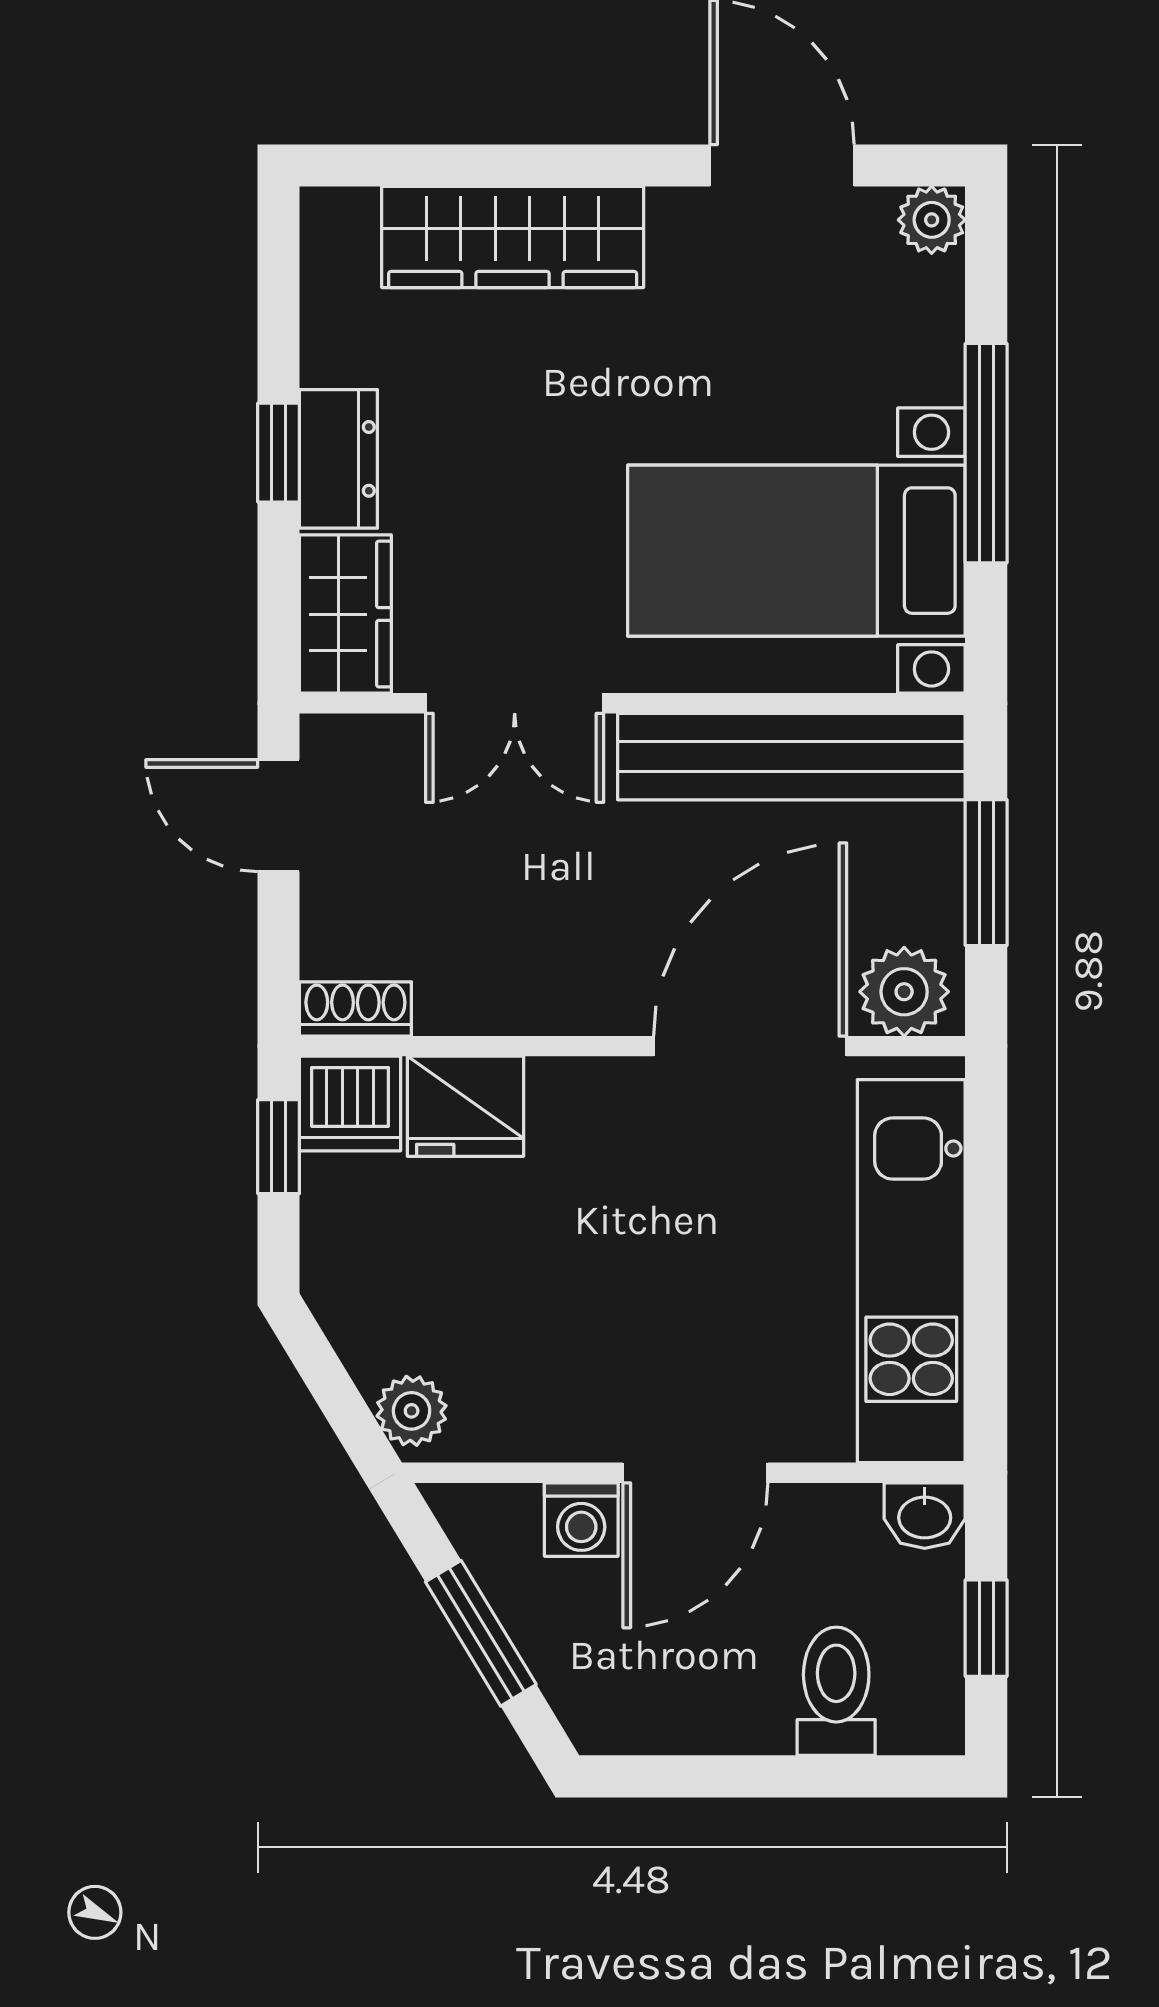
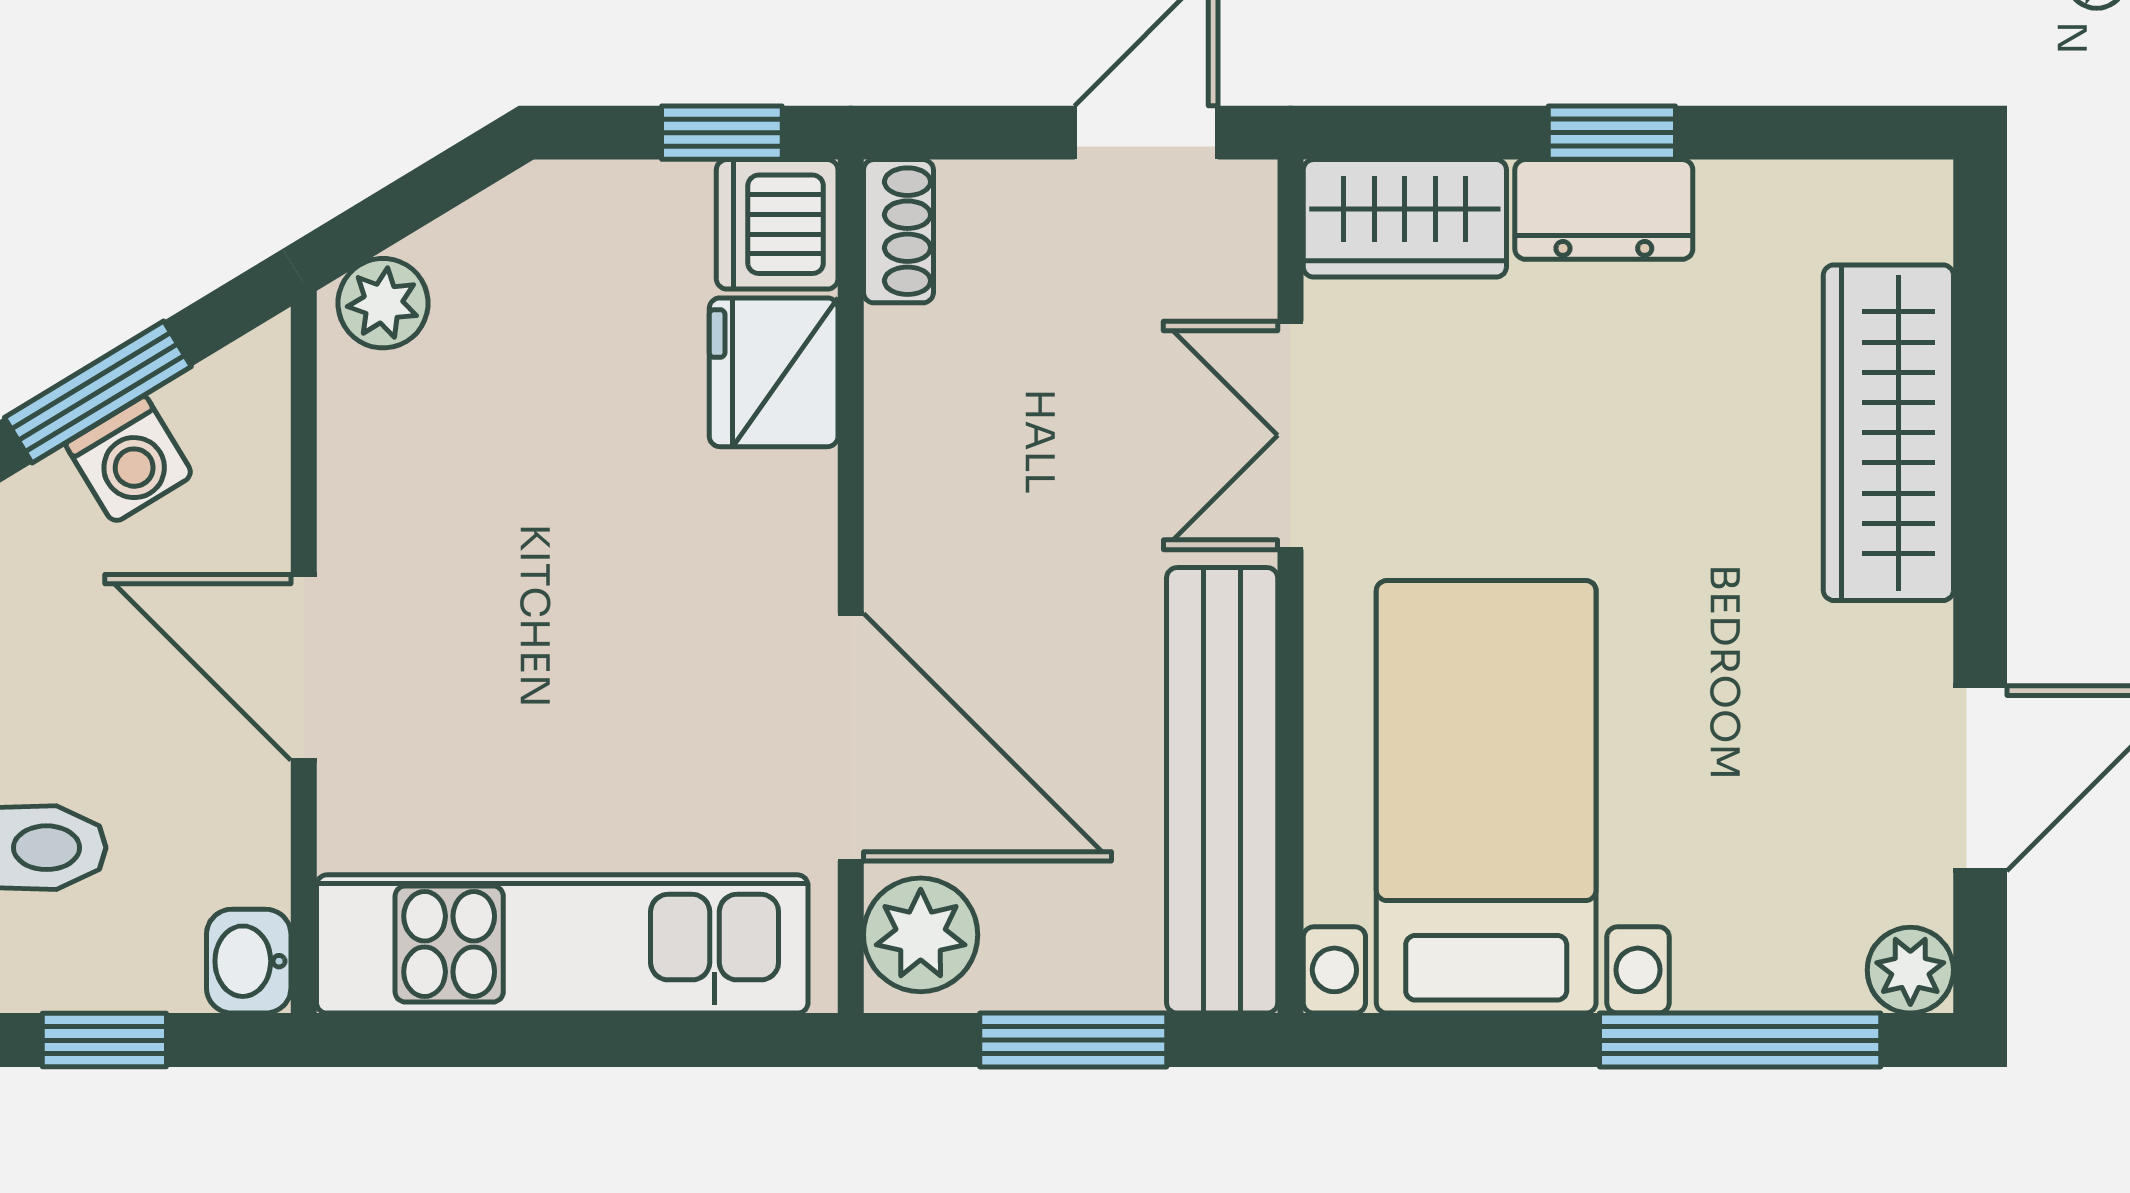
window: (986, 453) -> (1740, 1040), moved
washing machine: (581, 1520) -> (129, 460), moved, turned -121

